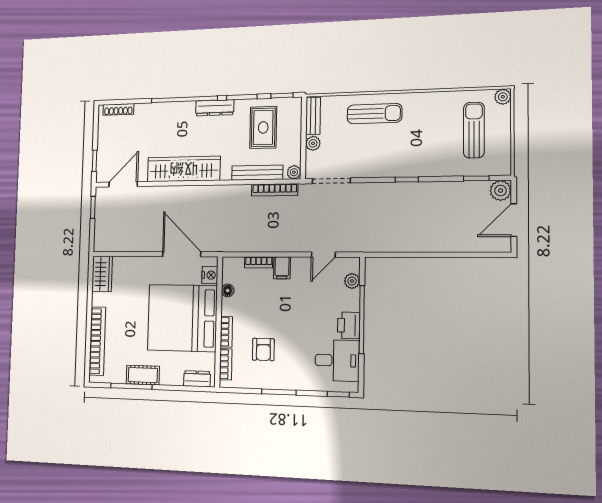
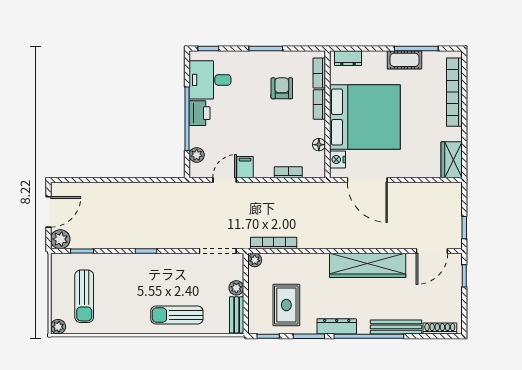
bench: (257, 173) -> (396, 327), moved
filing cabinet: (282, 268) -> (245, 167), moved

